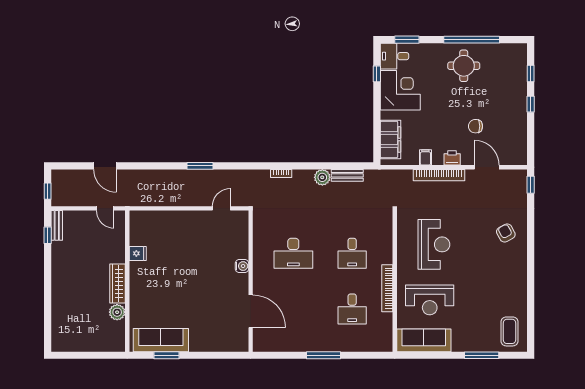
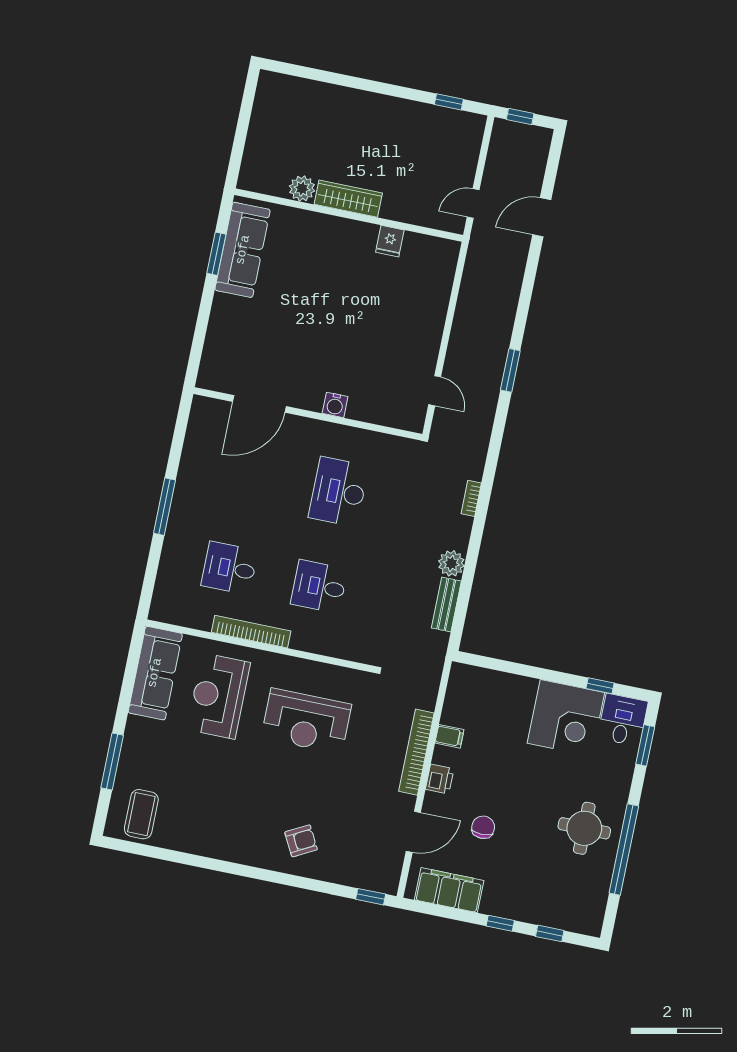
filing cabinet: (390, 139) -> (449, 890), moved, turned 180
bench: (57, 225) -> (462, 120), removed
coffee table: (510, 331) -> (141, 814), turned 90

